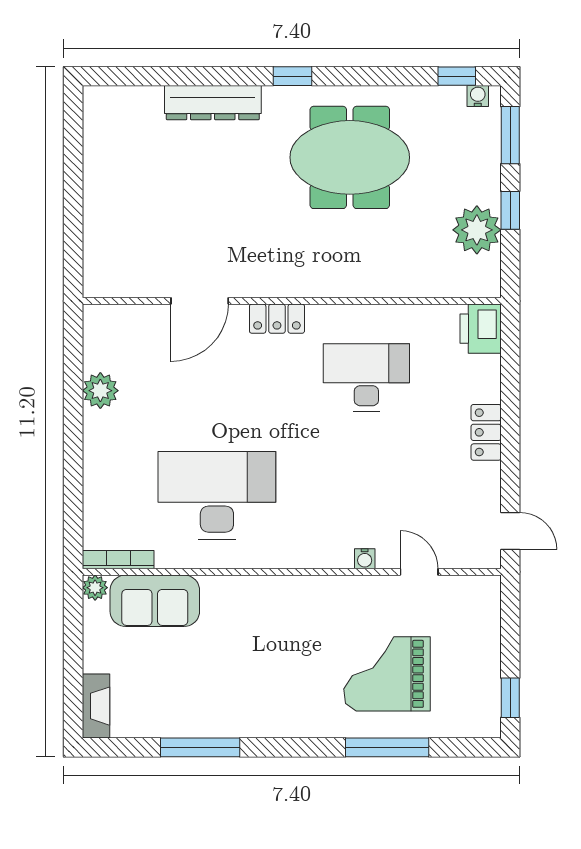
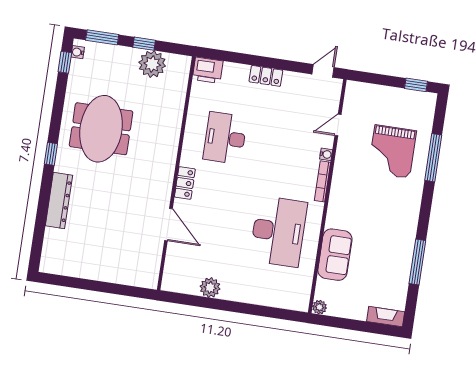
desk: (217, 495) -> (278, 231), turned 180
bookcase: (118, 560) -> (323, 181), moved
sofa: (155, 601) -> (335, 255), moved

